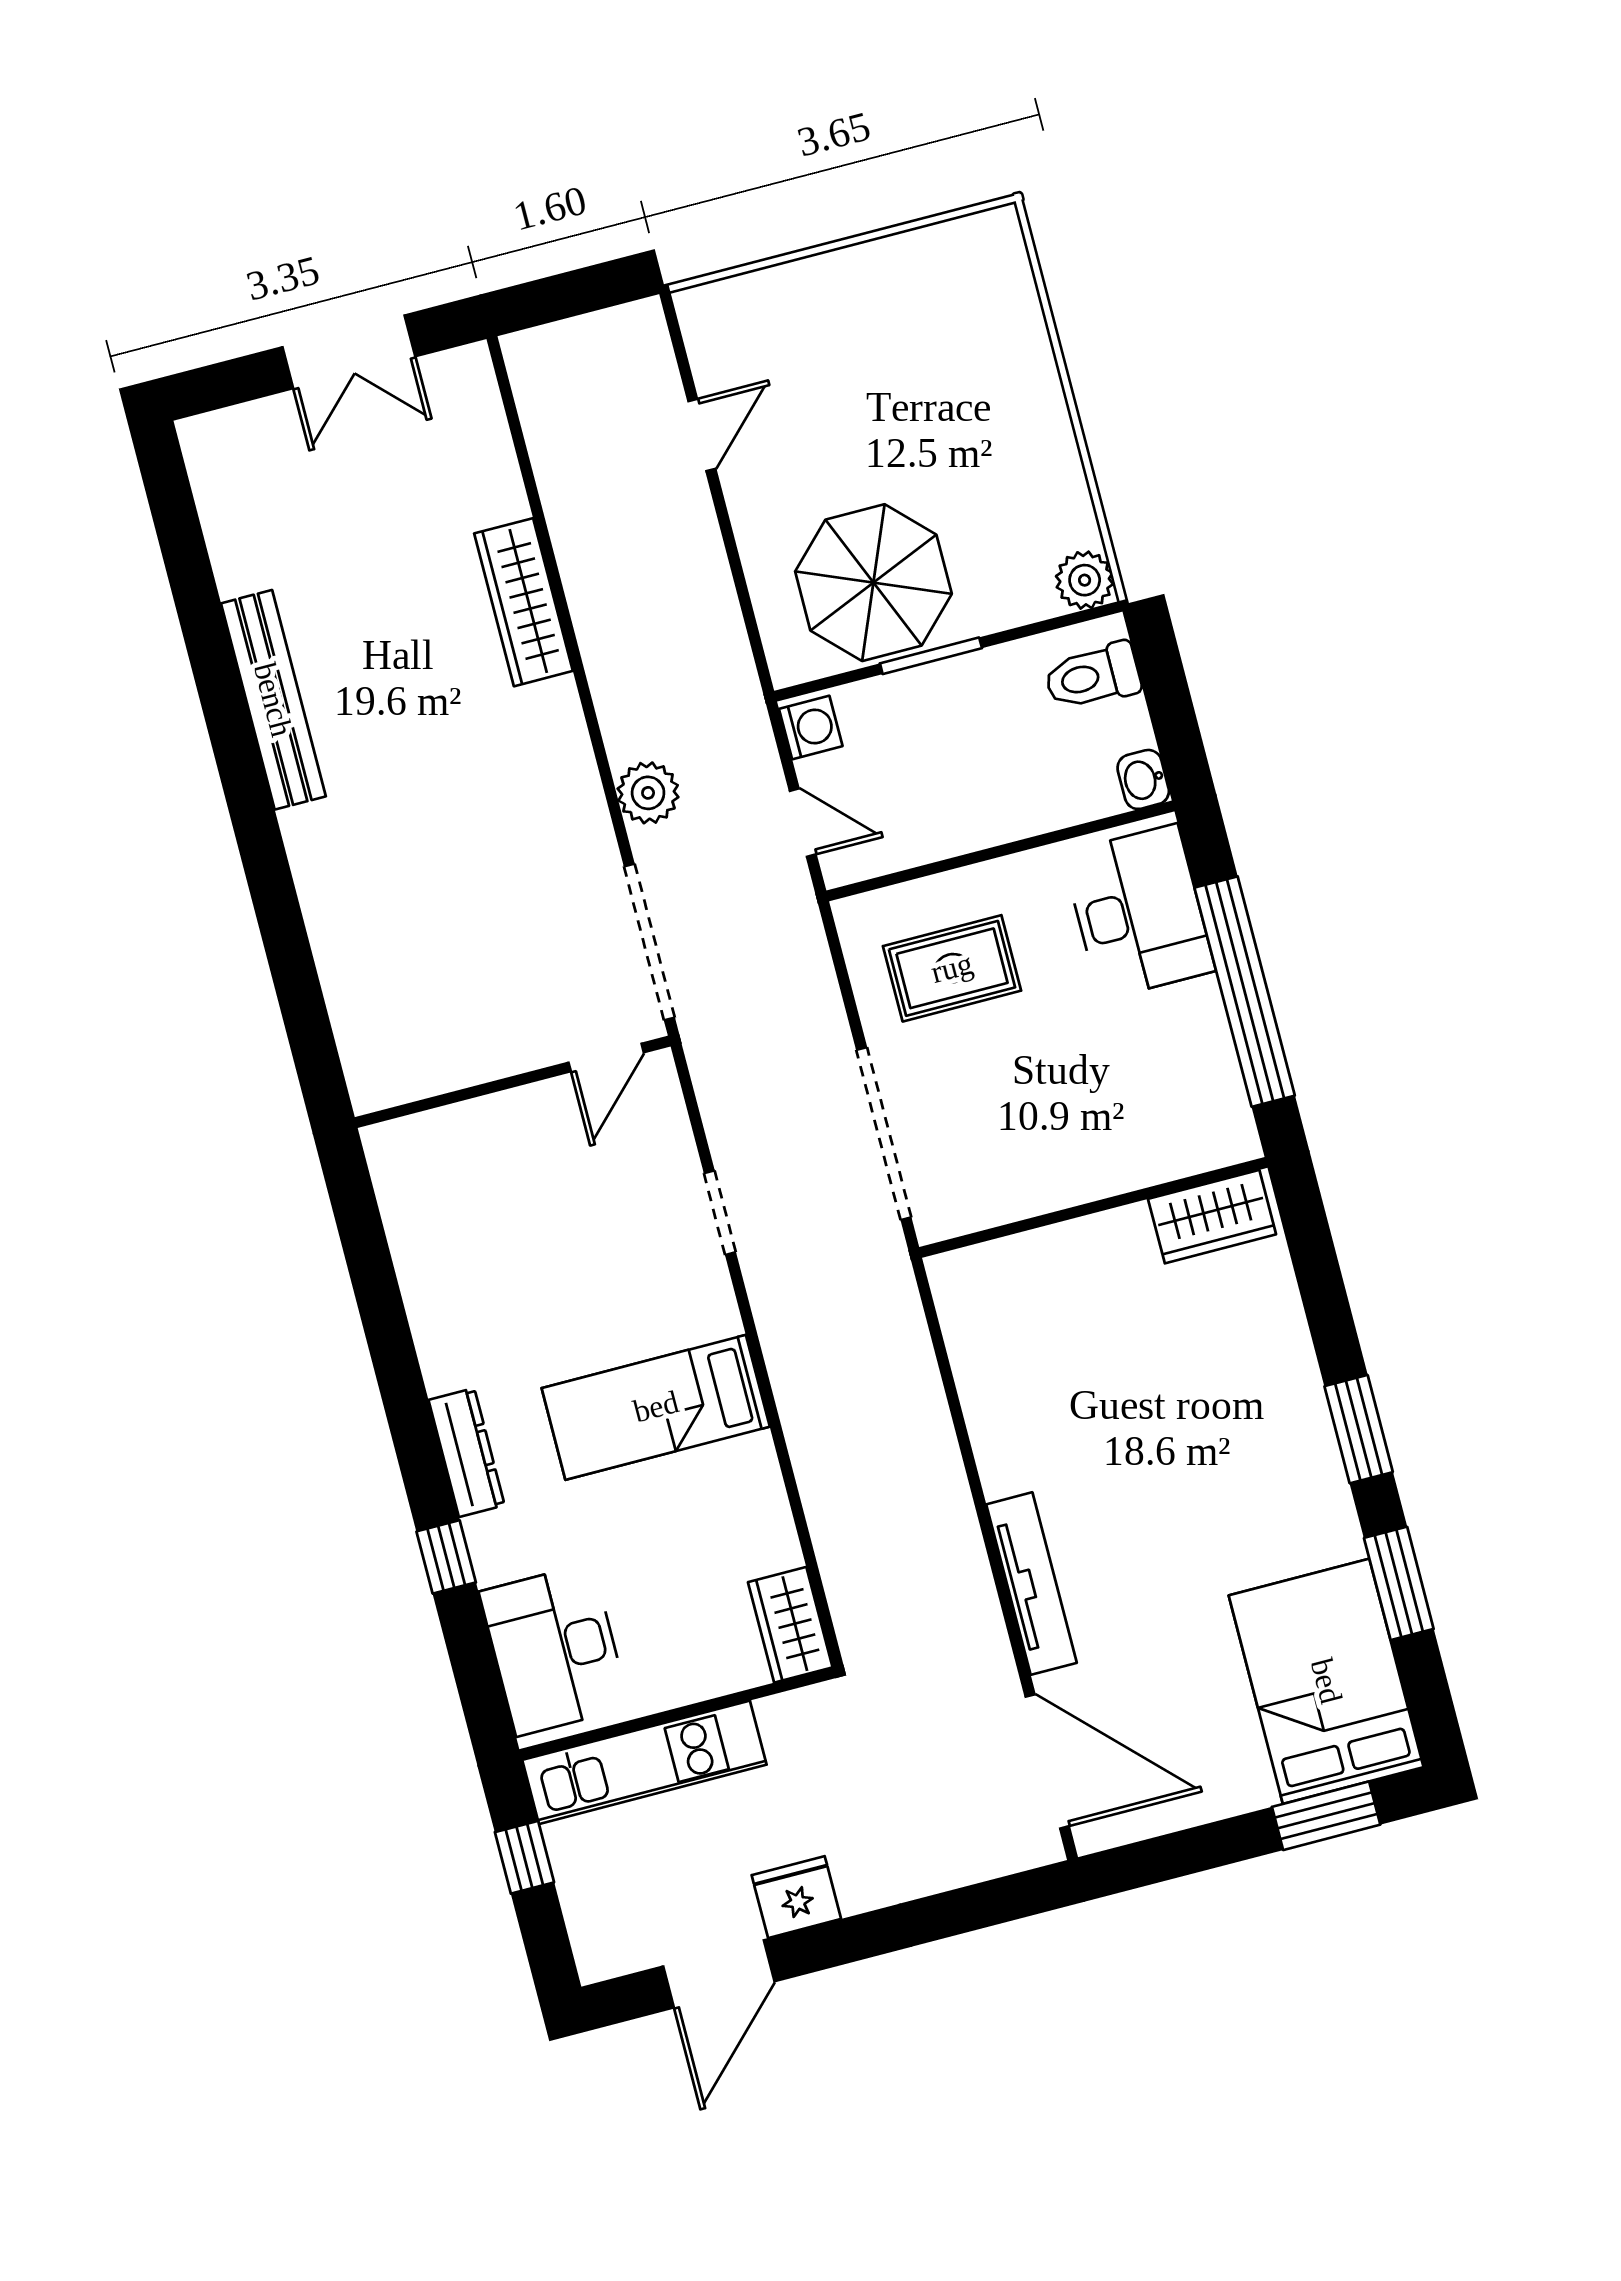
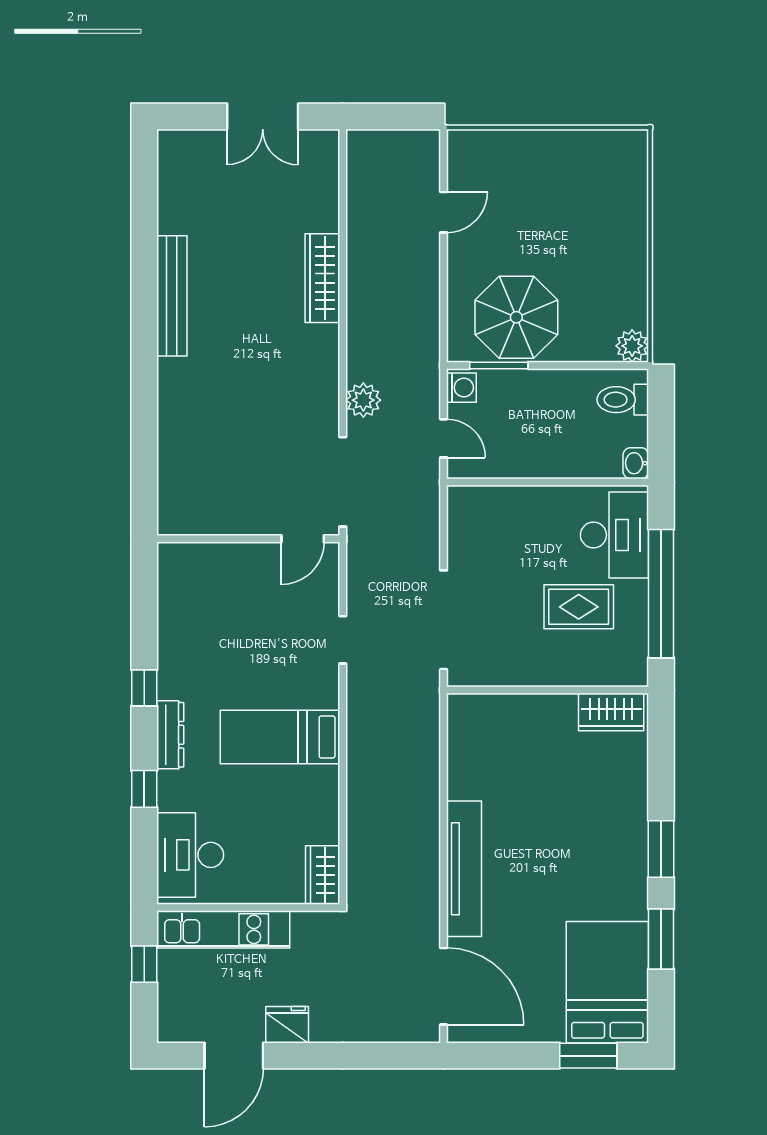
window: (931, 656) -> (499, 365), moved
rug: (952, 968) -> (579, 607), moved
window: (401, 1384) -> (144, 688), added
tv unit: (1031, 1584) -> (464, 869), width x1.36, depth x1.29

